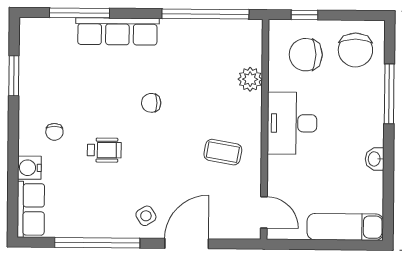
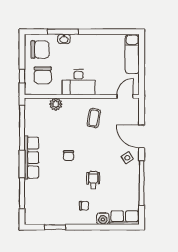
row of seats: (117, 31) -> (32, 158), moved
washbasin: (375, 159) -> (64, 39), moved

